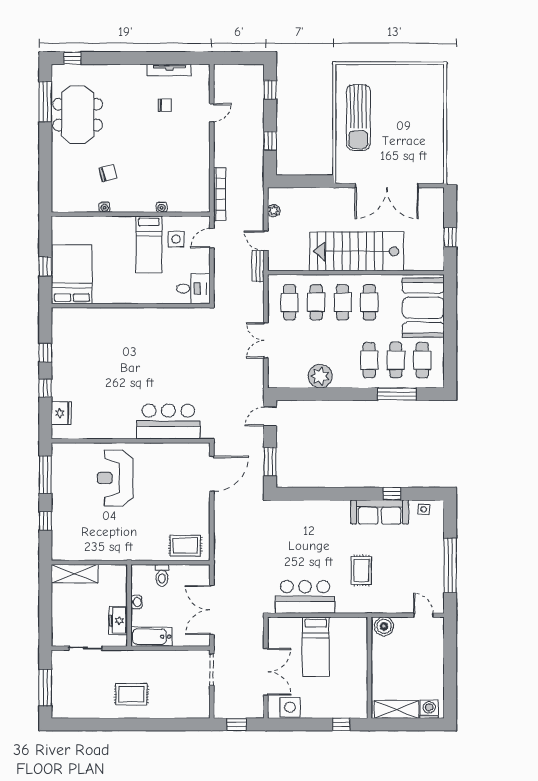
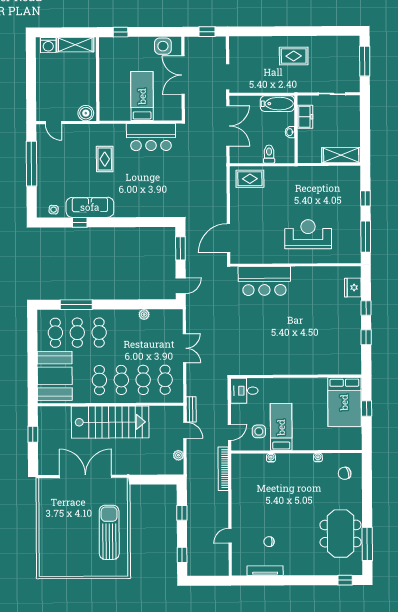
chair: (108, 173) -> (345, 473), moved
plant: (320, 376) -> (144, 314), width x0.53, depth x0.53
reception desk: (115, 478) -> (308, 234), turned -90

